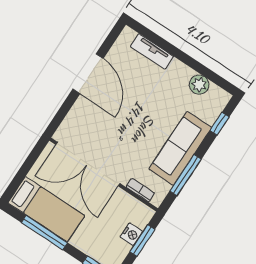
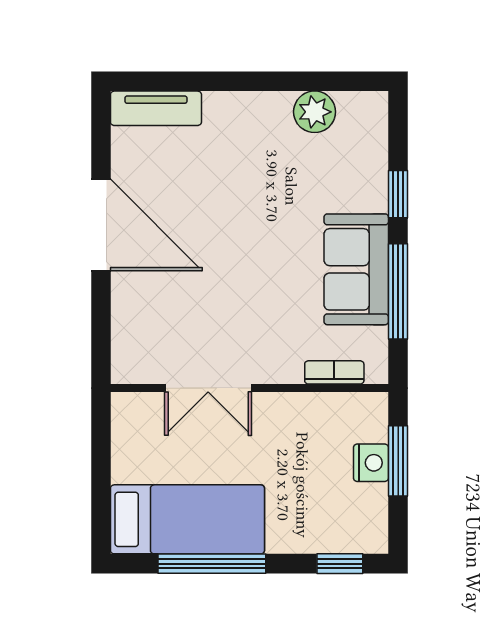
tv unit: (152, 51) -> (156, 108), moved
window: (219, 124) -> (398, 194), moved
sofa: (180, 148) -> (356, 269), width x0.73
double door: (88, 164) -> (208, 388), width x0.54

